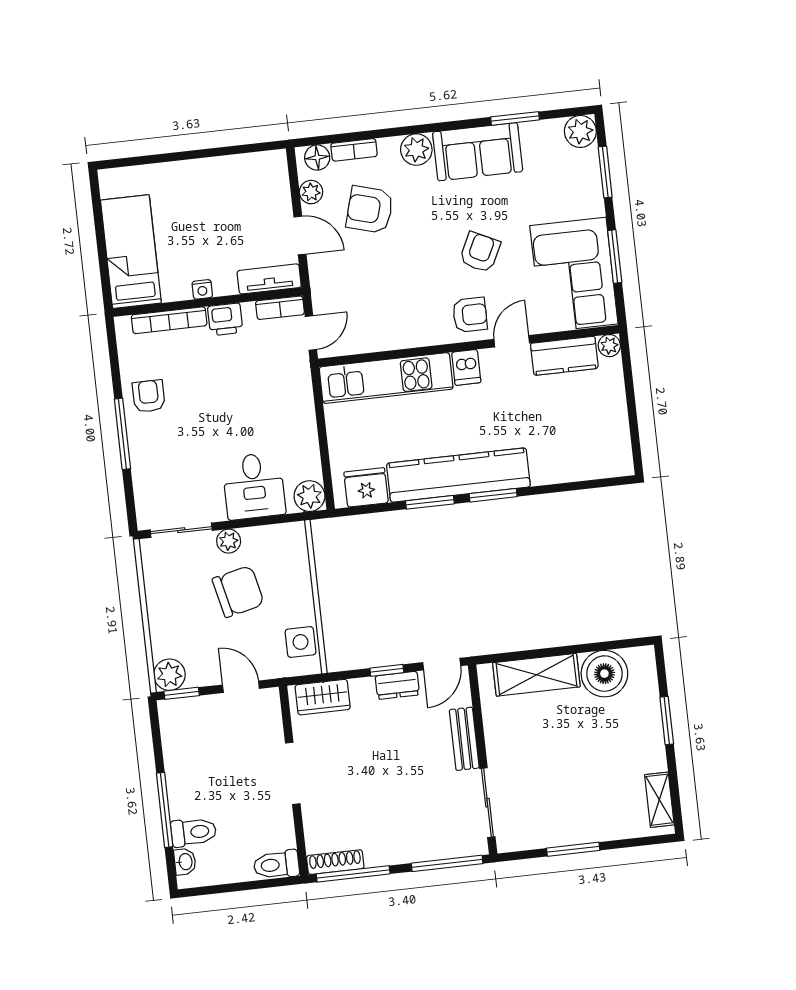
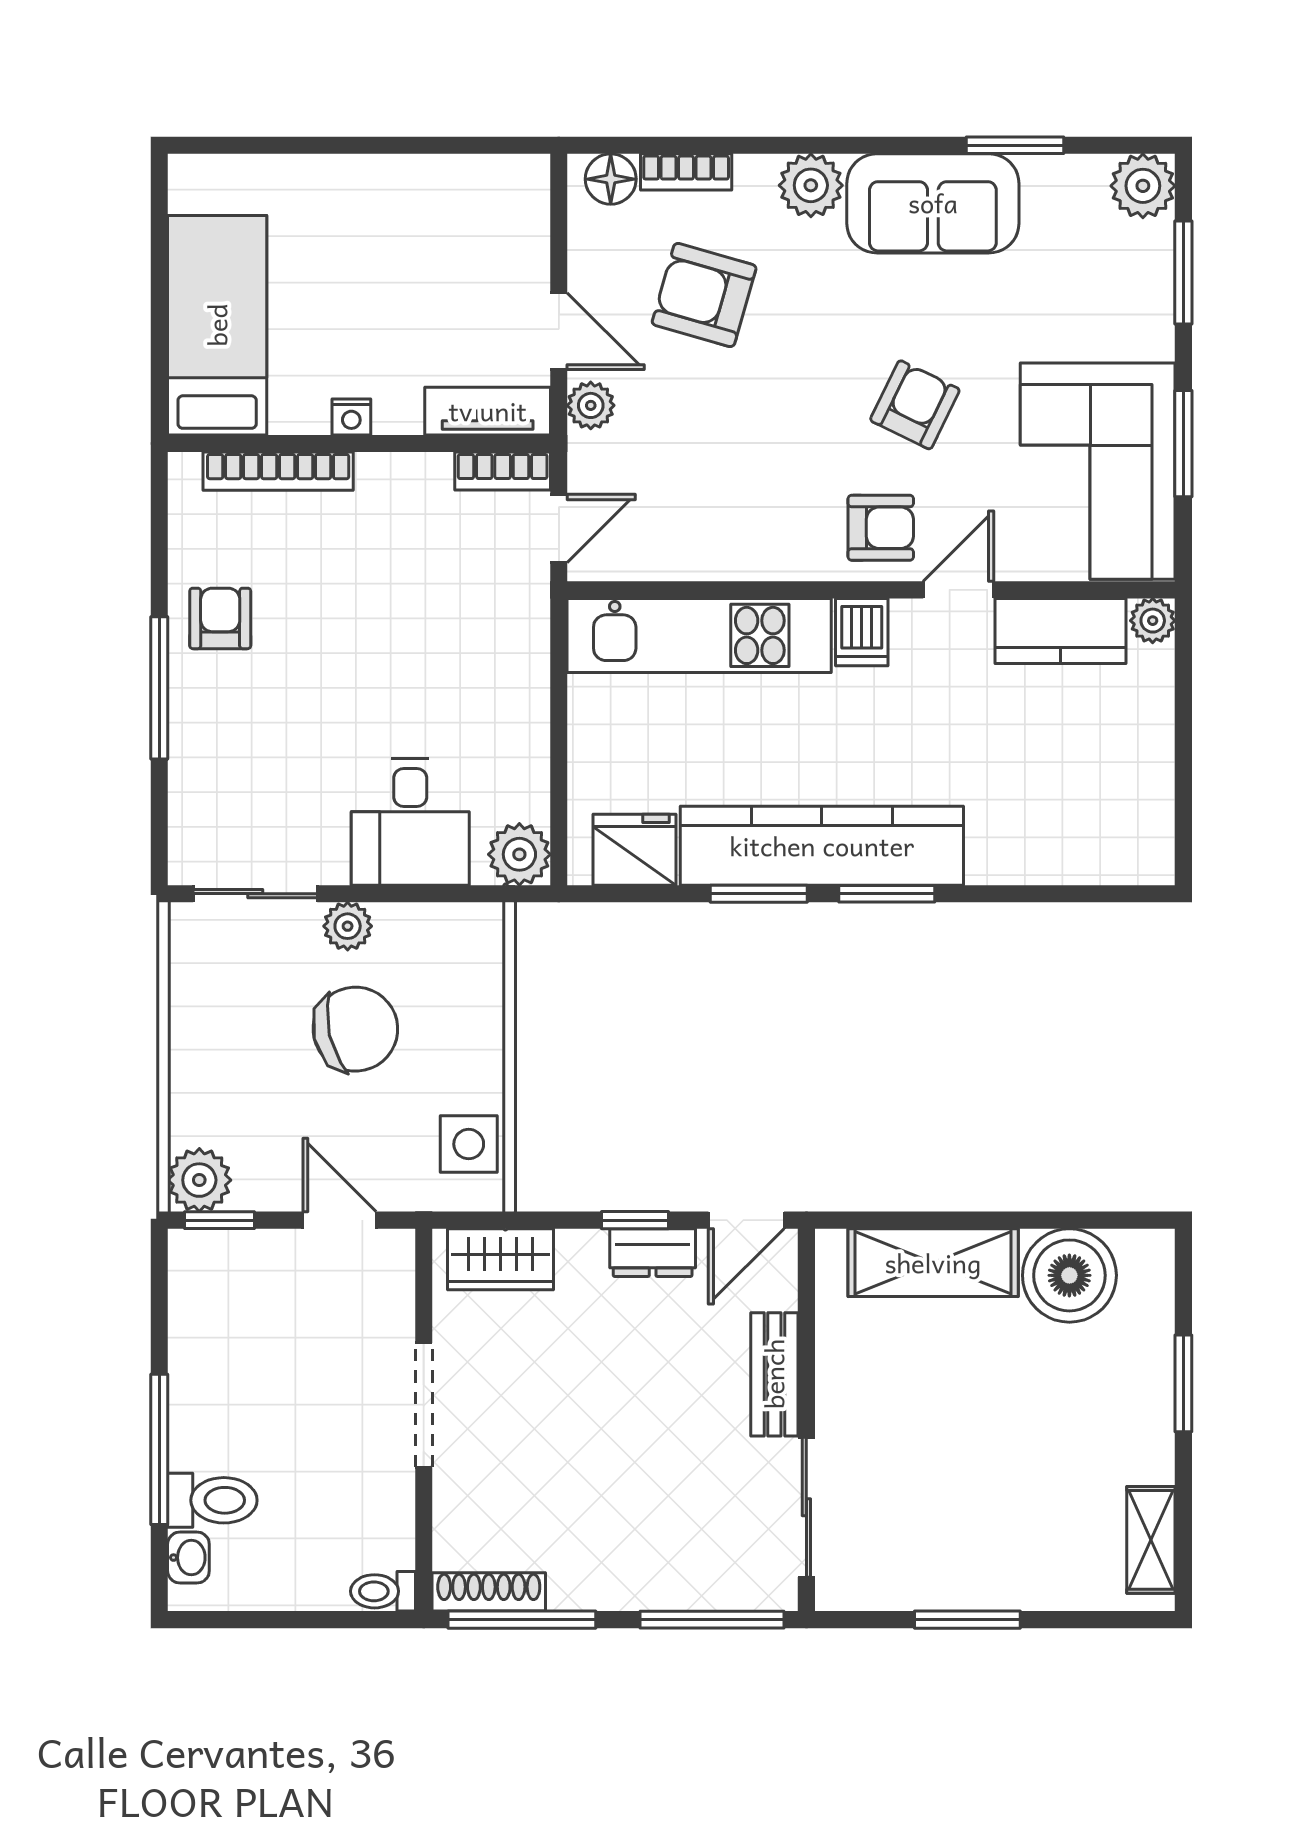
plant: (311, 192) -> (591, 405), moved
printer: (225, 319) -> (391, 482), removed
toilet: (276, 865) -> (383, 1591), width x0.73, depth x0.72

